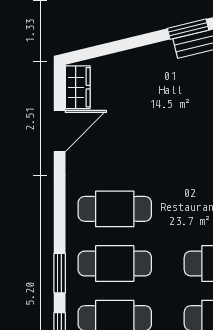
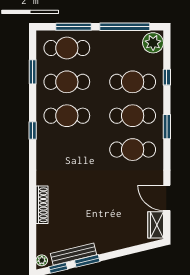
door: (60, 131) -> (167, 198), hinge flipped
window: (60, 273) -> (167, 127), moved

